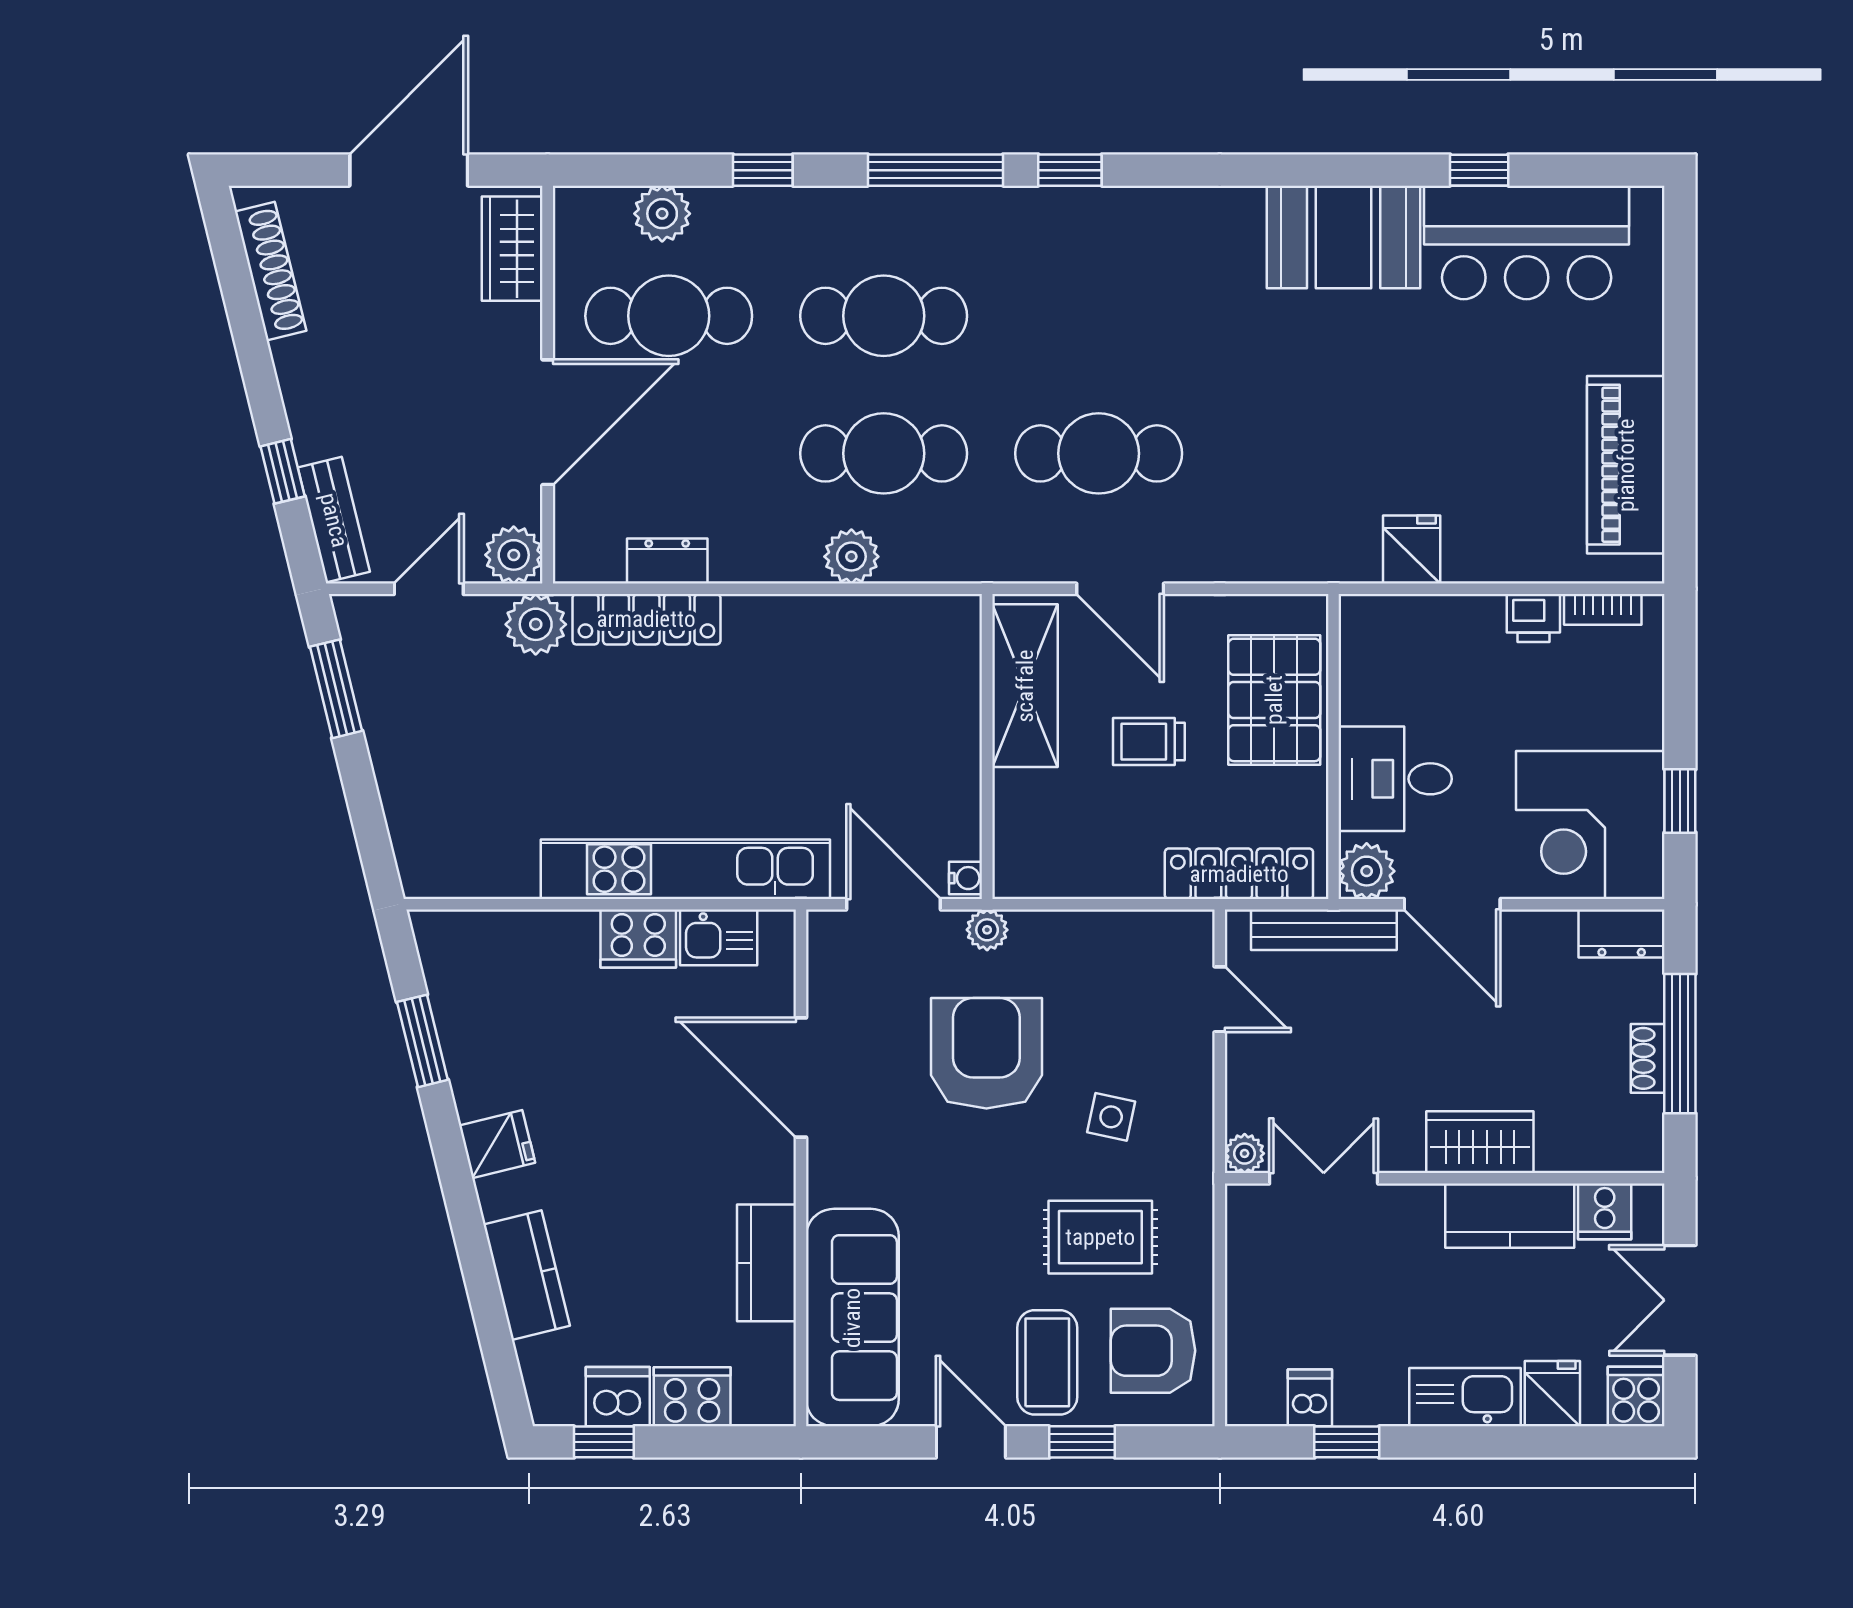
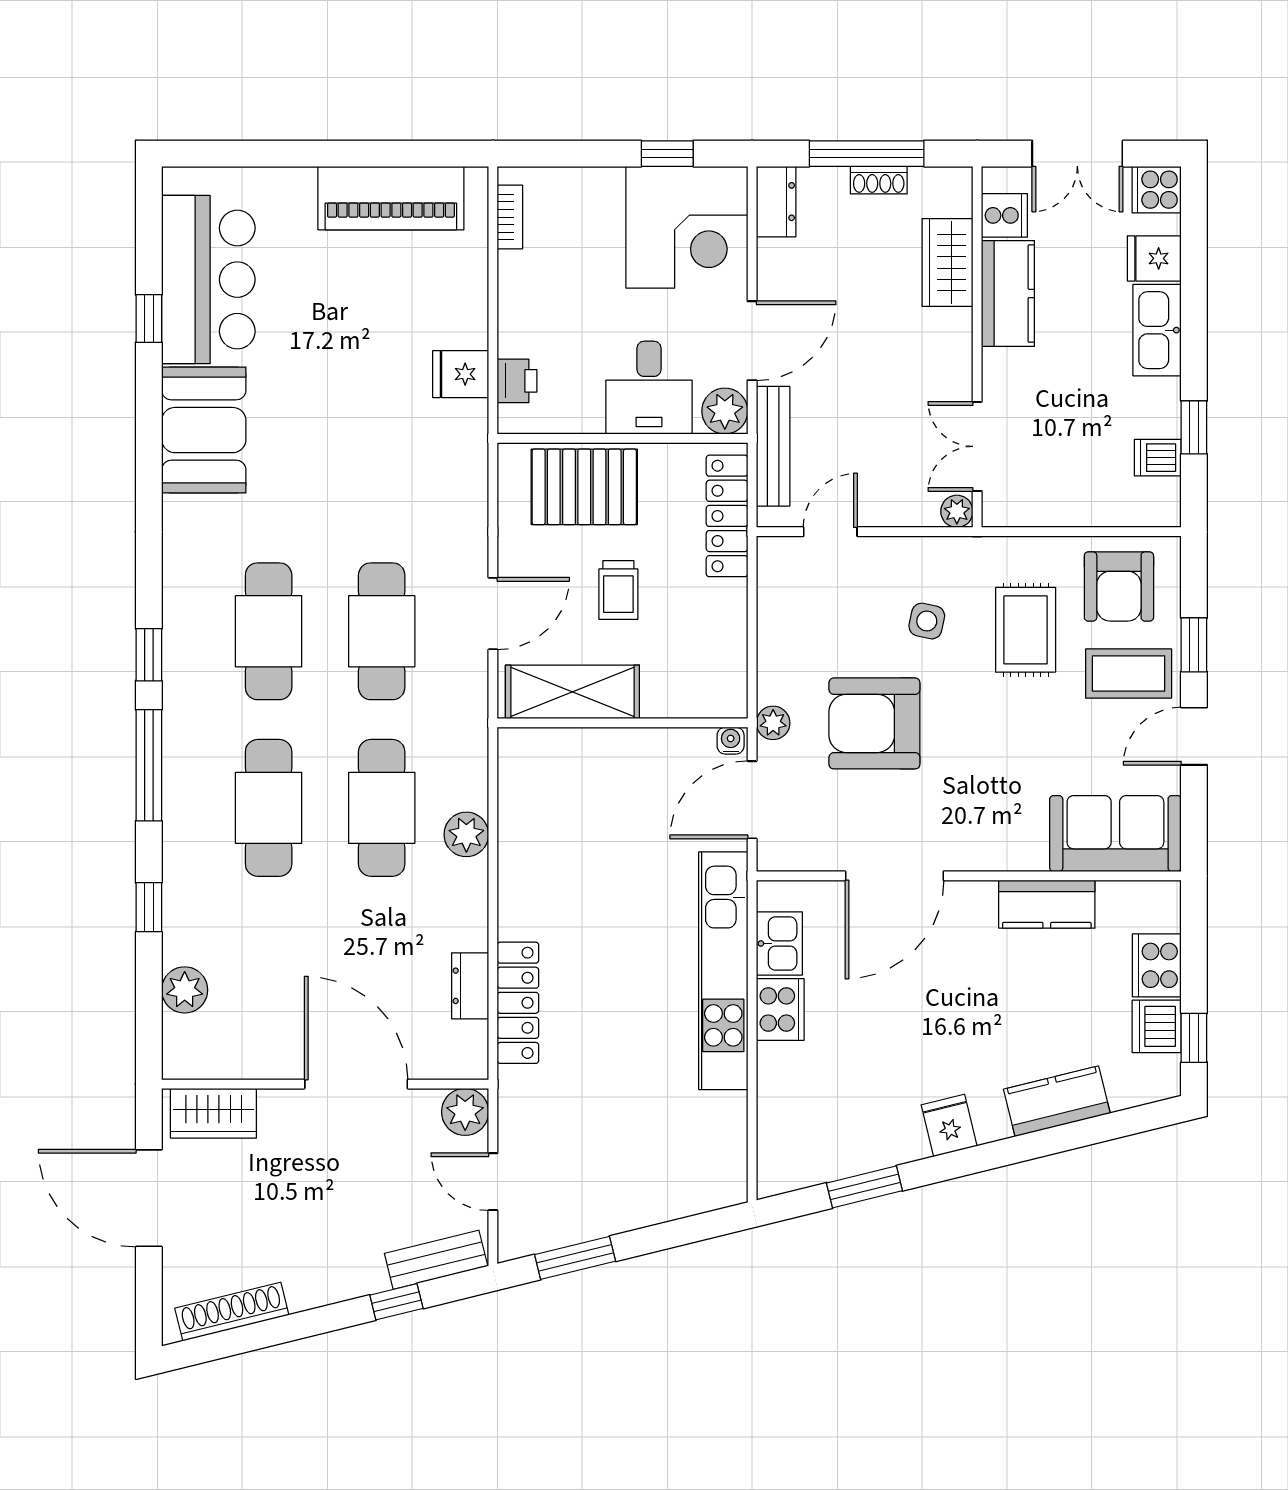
cafe table: (669, 316) -> (269, 631), moved
printer: (1533, 618) -> (517, 381), moved
plant: (536, 624) -> (522, 1094), removed
wardrobe: (1480, 1142) -> (948, 263), moved
sofa: (852, 1318) -> (1115, 834), width x0.73

